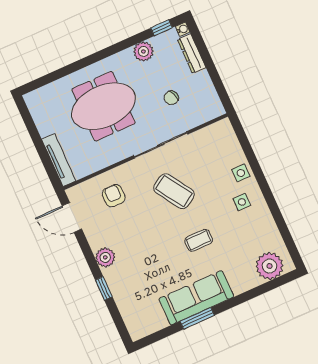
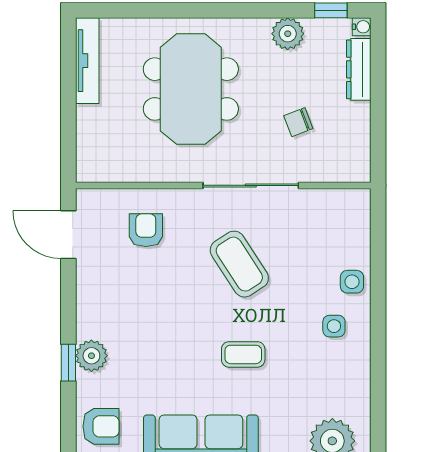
meeting table: (104, 106) -> (191, 89), turned 90
tv unit: (59, 160) -> (87, 61), moved
plant: (105, 257) -> (91, 356), moved
armchair: (138, 316) -> (101, 426), added

